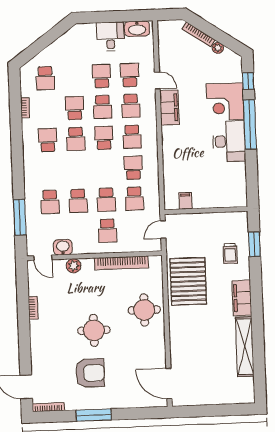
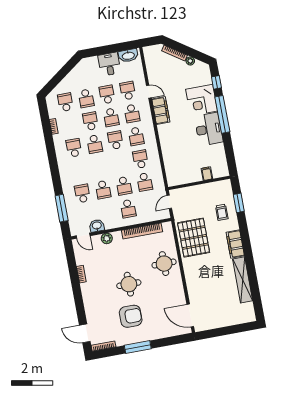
school desk: (73, 77) -> (86, 98), added
school desk: (45, 78) -> (65, 102), turned 180
filing cabinet: (185, 201) -> (207, 174), moved
school desk: (50, 202) -> (82, 193), turned 180

